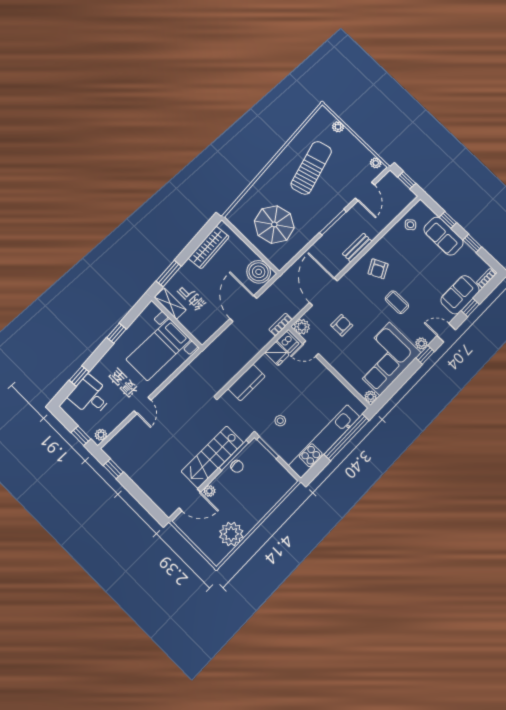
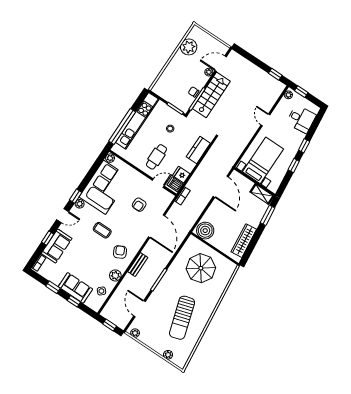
door: (243, 308) -> (221, 187), moved
plant: (302, 327) -> (115, 275), moved
window: (79, 376) -> (304, 146), moved
cafe table: (307, 385) -> (156, 157), added

